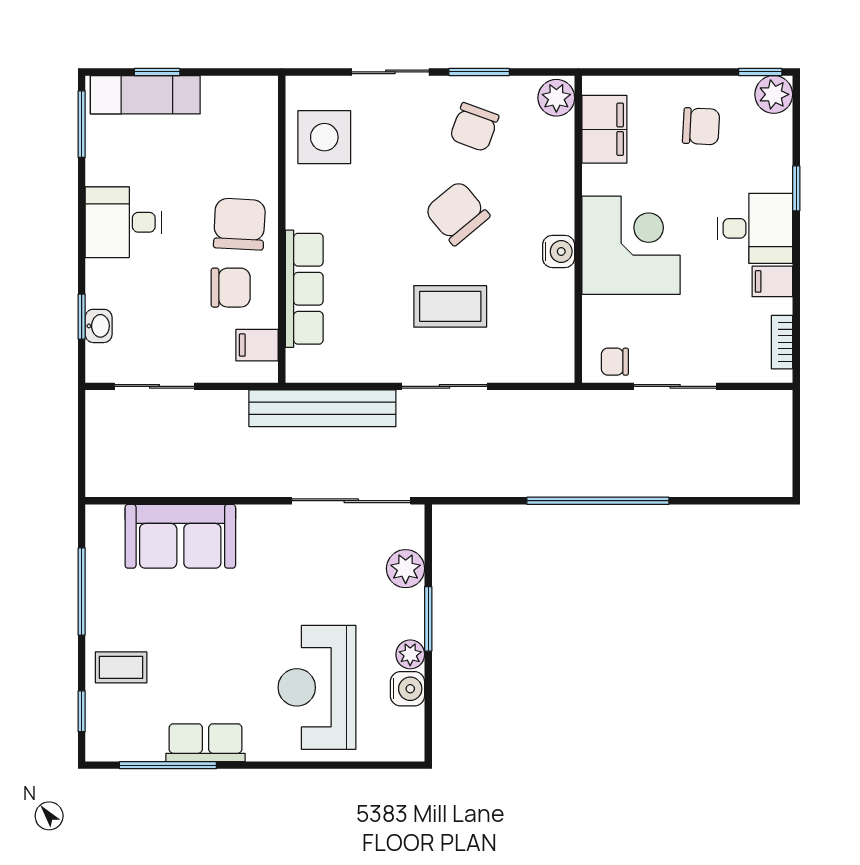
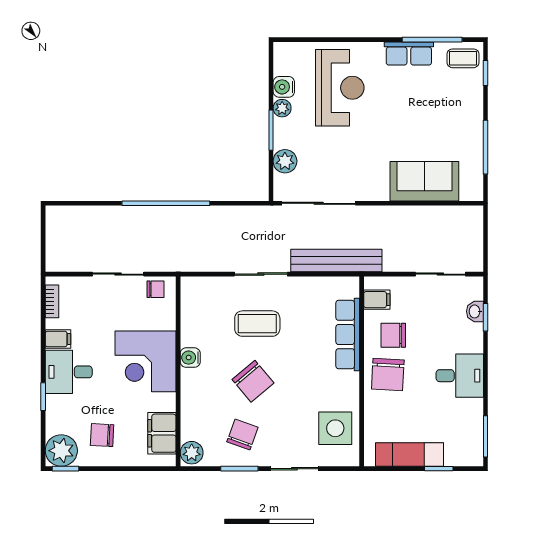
plant: (774, 94) -> (61, 451), width x1.36, depth x1.36
exam couch: (145, 95) -> (409, 455), moved
coffee table: (121, 667) -> (463, 58), moved

